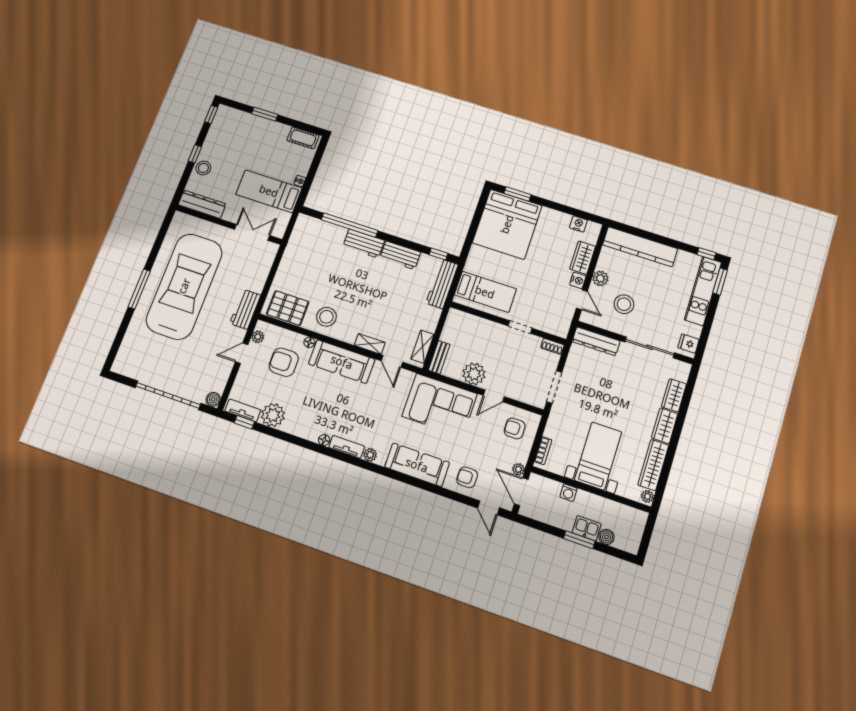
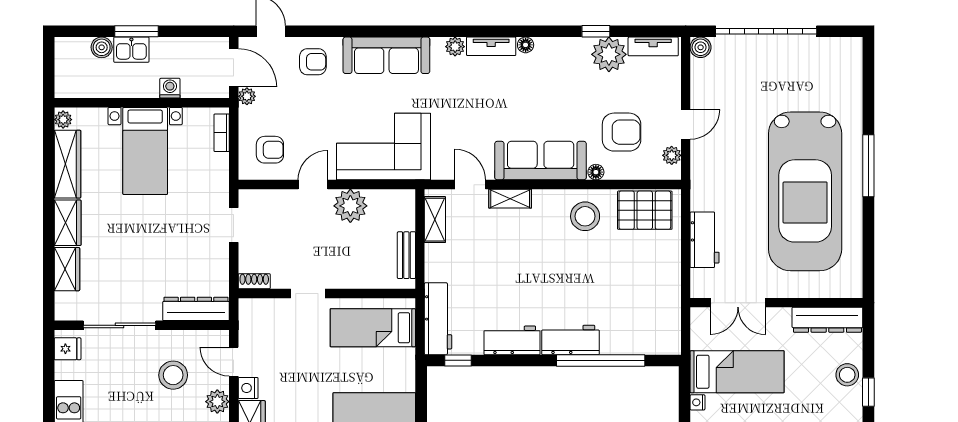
workbench: (245, 309) -> (705, 240), moved
bench: (439, 357) -> (406, 255), moved
doorway: (554, 387) -> (234, 225), width x0.73
window: (244, 422) -> (596, 31), moved

